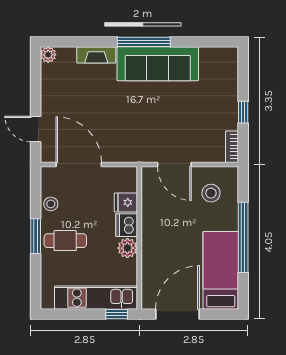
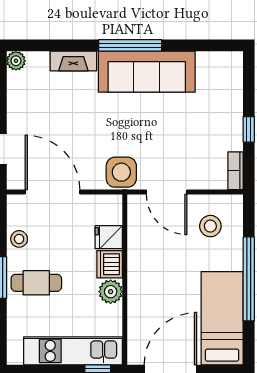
side table: (136, 148) -> (121, 172), added

